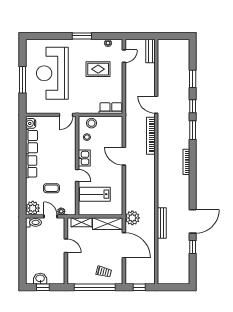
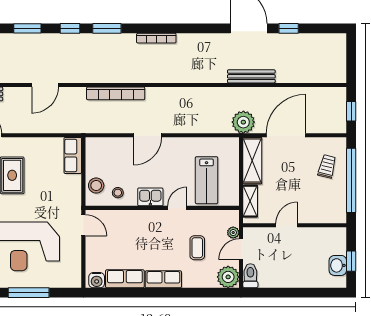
door: (156, 105) -> (45, 85), moved

